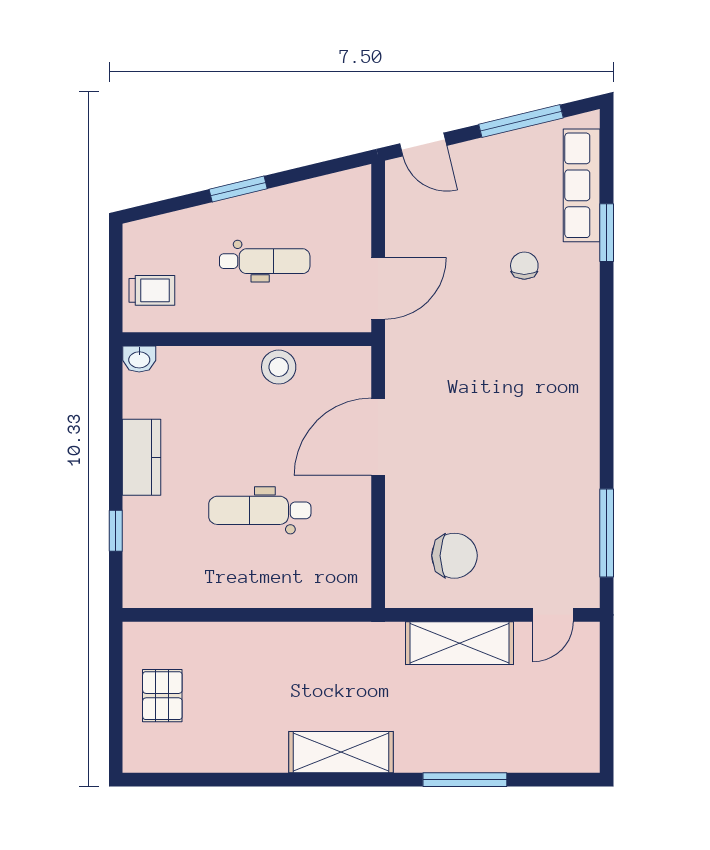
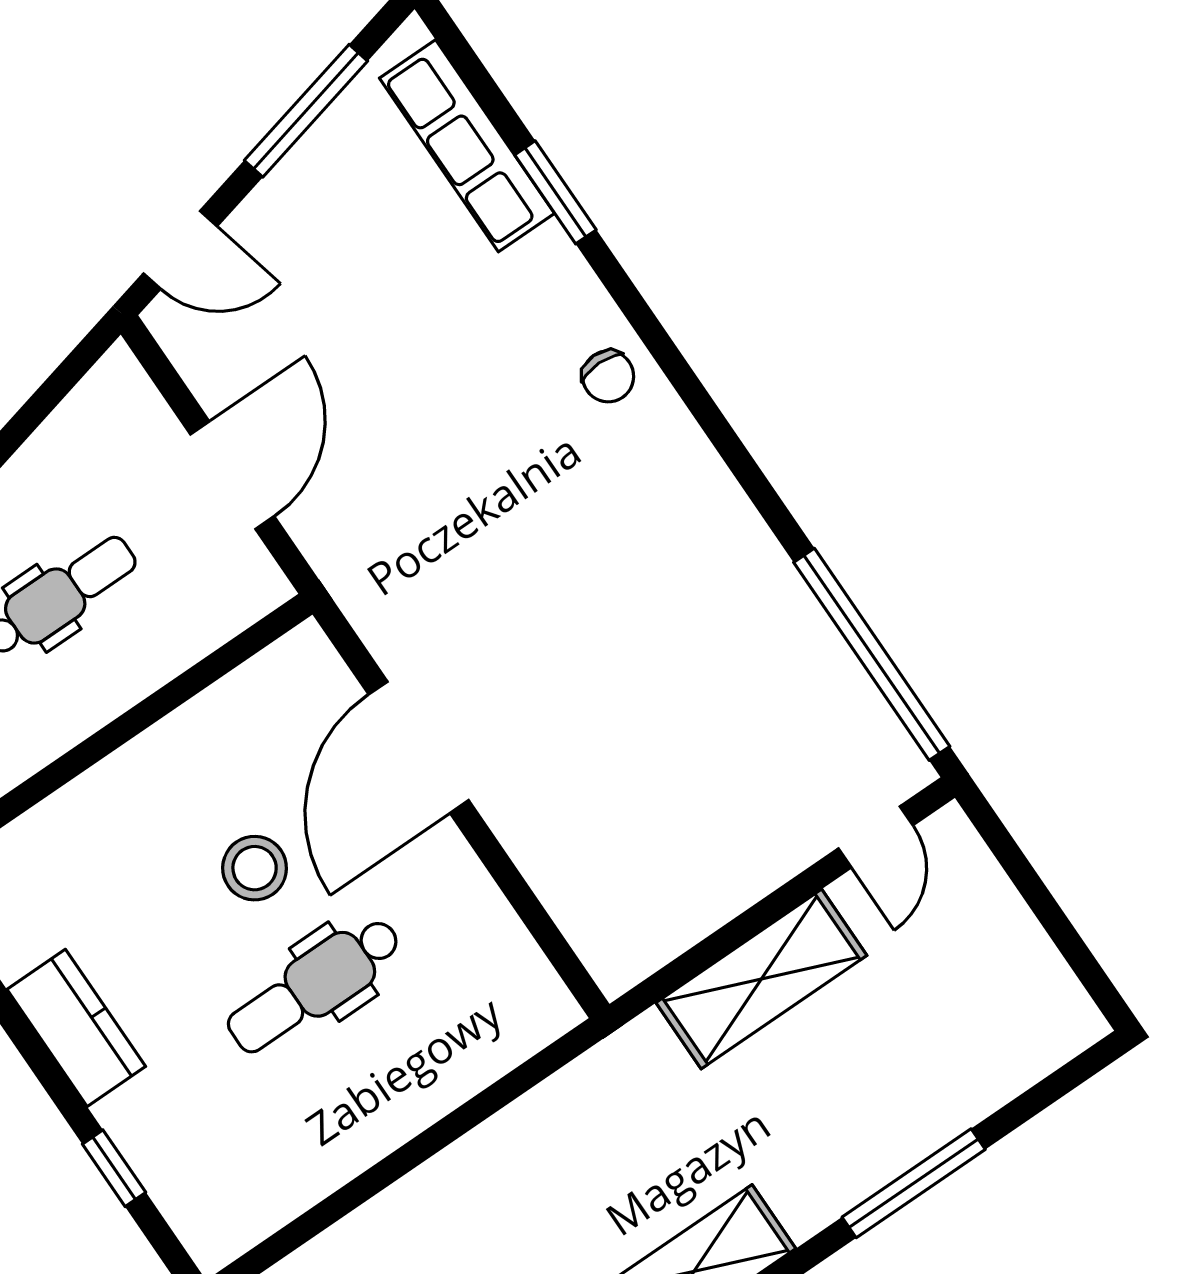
chair: (524, 266) -> (608, 376), moved, turned 180
door: (378, 288) -> (232, 475), moved
stool: (279, 367) -> (255, 868), moved
window: (607, 533) -> (872, 654), width x1.46
chair: (454, 556) -> (661, 850), removed

